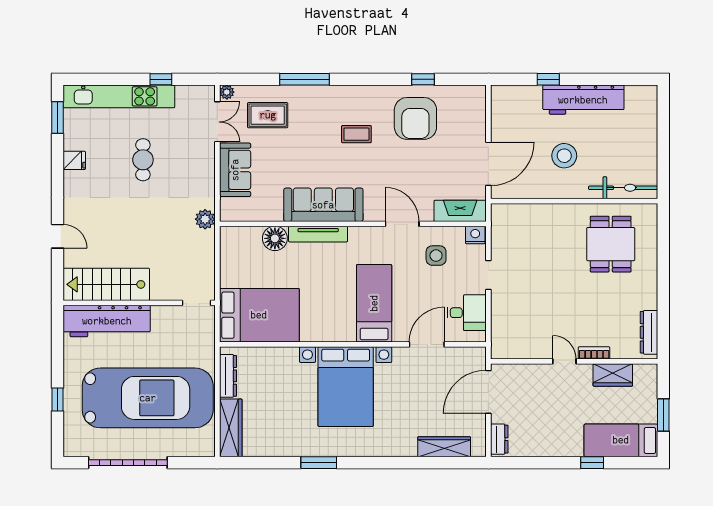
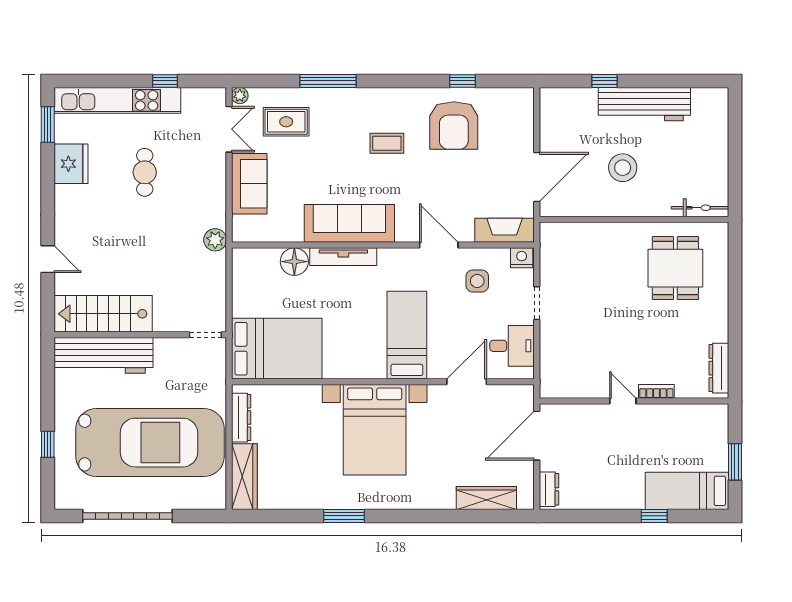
fridge: (74, 160) -> (71, 164), width x1.88, depth x1.34
bicycle: (623, 188) -> (700, 208), width x0.73, depth x0.71
wardrobe: (613, 375) -> (678, 417), removed

